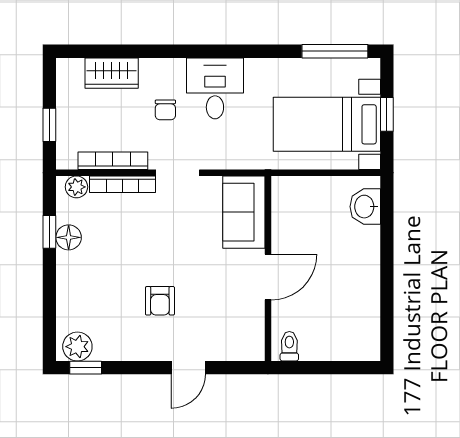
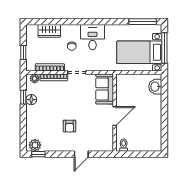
window: (387, 114) -> (164, 48), width x2.17

